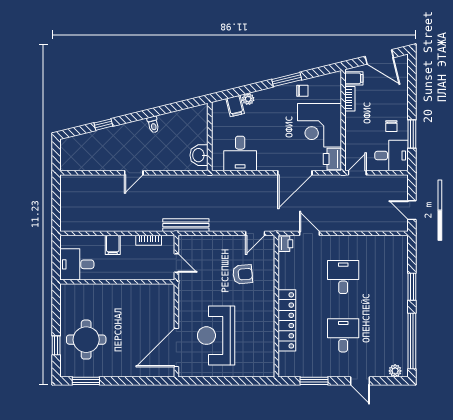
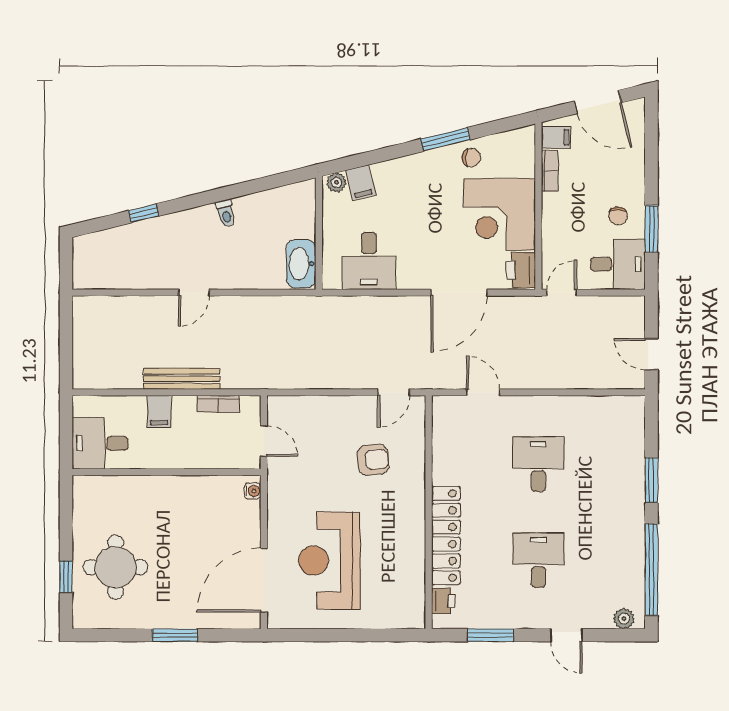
plant: (248, 99) -> (336, 182), moved
washbasin: (199, 155) -> (301, 264), width x1.38
bench: (186, 225) -> (182, 379), moved
printer: (285, 244) -> (443, 601), moved
water cooler: (169, 293) -> (253, 491), added
window: (86, 381) -> (175, 635), moved

